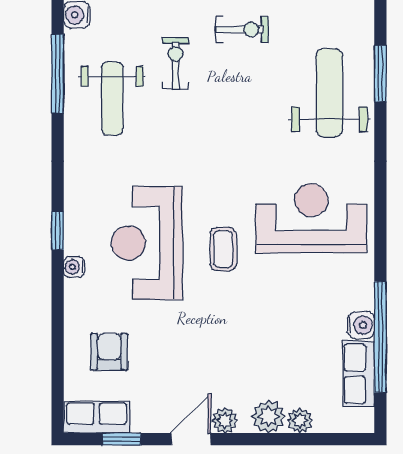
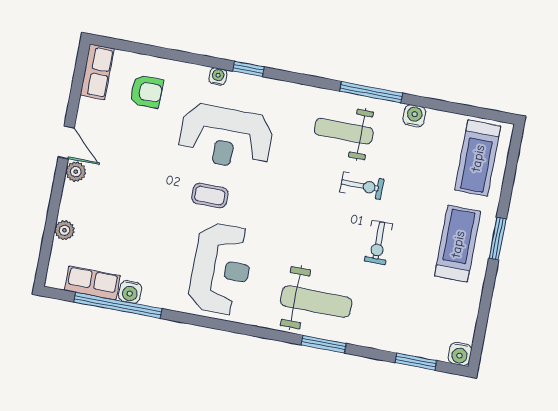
reception desk: (147, 243) -> (226, 137), turned 180
plant: (269, 417) -> (72, 206), removed
window: (122, 439) -> (76, 88), removed

